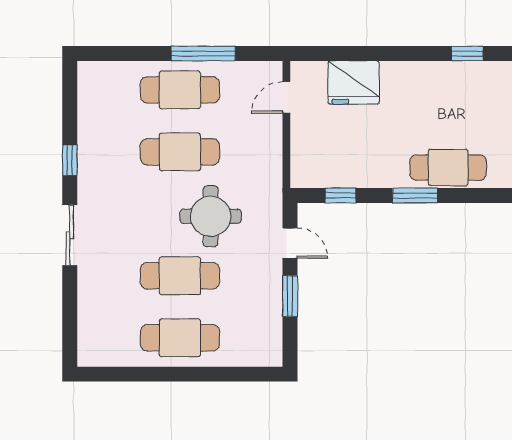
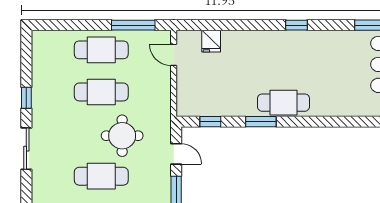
window: (203, 54) -> (133, 25), moved
fridge: (354, 83) -> (211, 41), width x0.53, depth x0.75
door: (286, 97) -> (174, 55), hinge flipped

